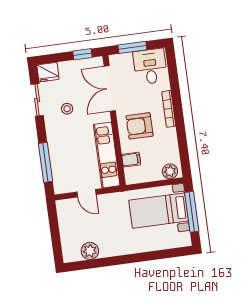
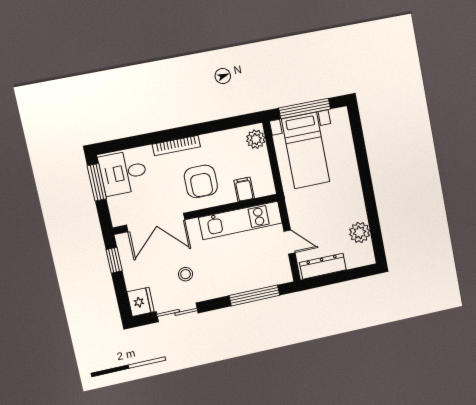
window: (132, 47) -> (97, 182), moved
door: (86, 193) -> (290, 242), hinge flipped
dresser: (65, 219) -> (323, 266), added

